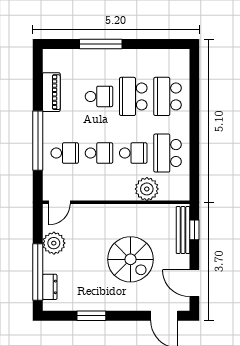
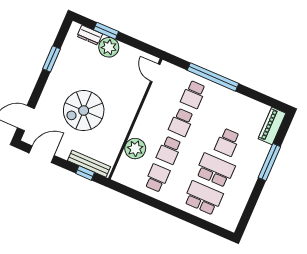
piano: (51, 92) -> (272, 126), moved, turned 90
school desk: (167, 153) -> (157, 178), width x0.54
plant: (54, 243) -> (109, 47), moved
window: (38, 272) -> (106, 31), width x0.47

